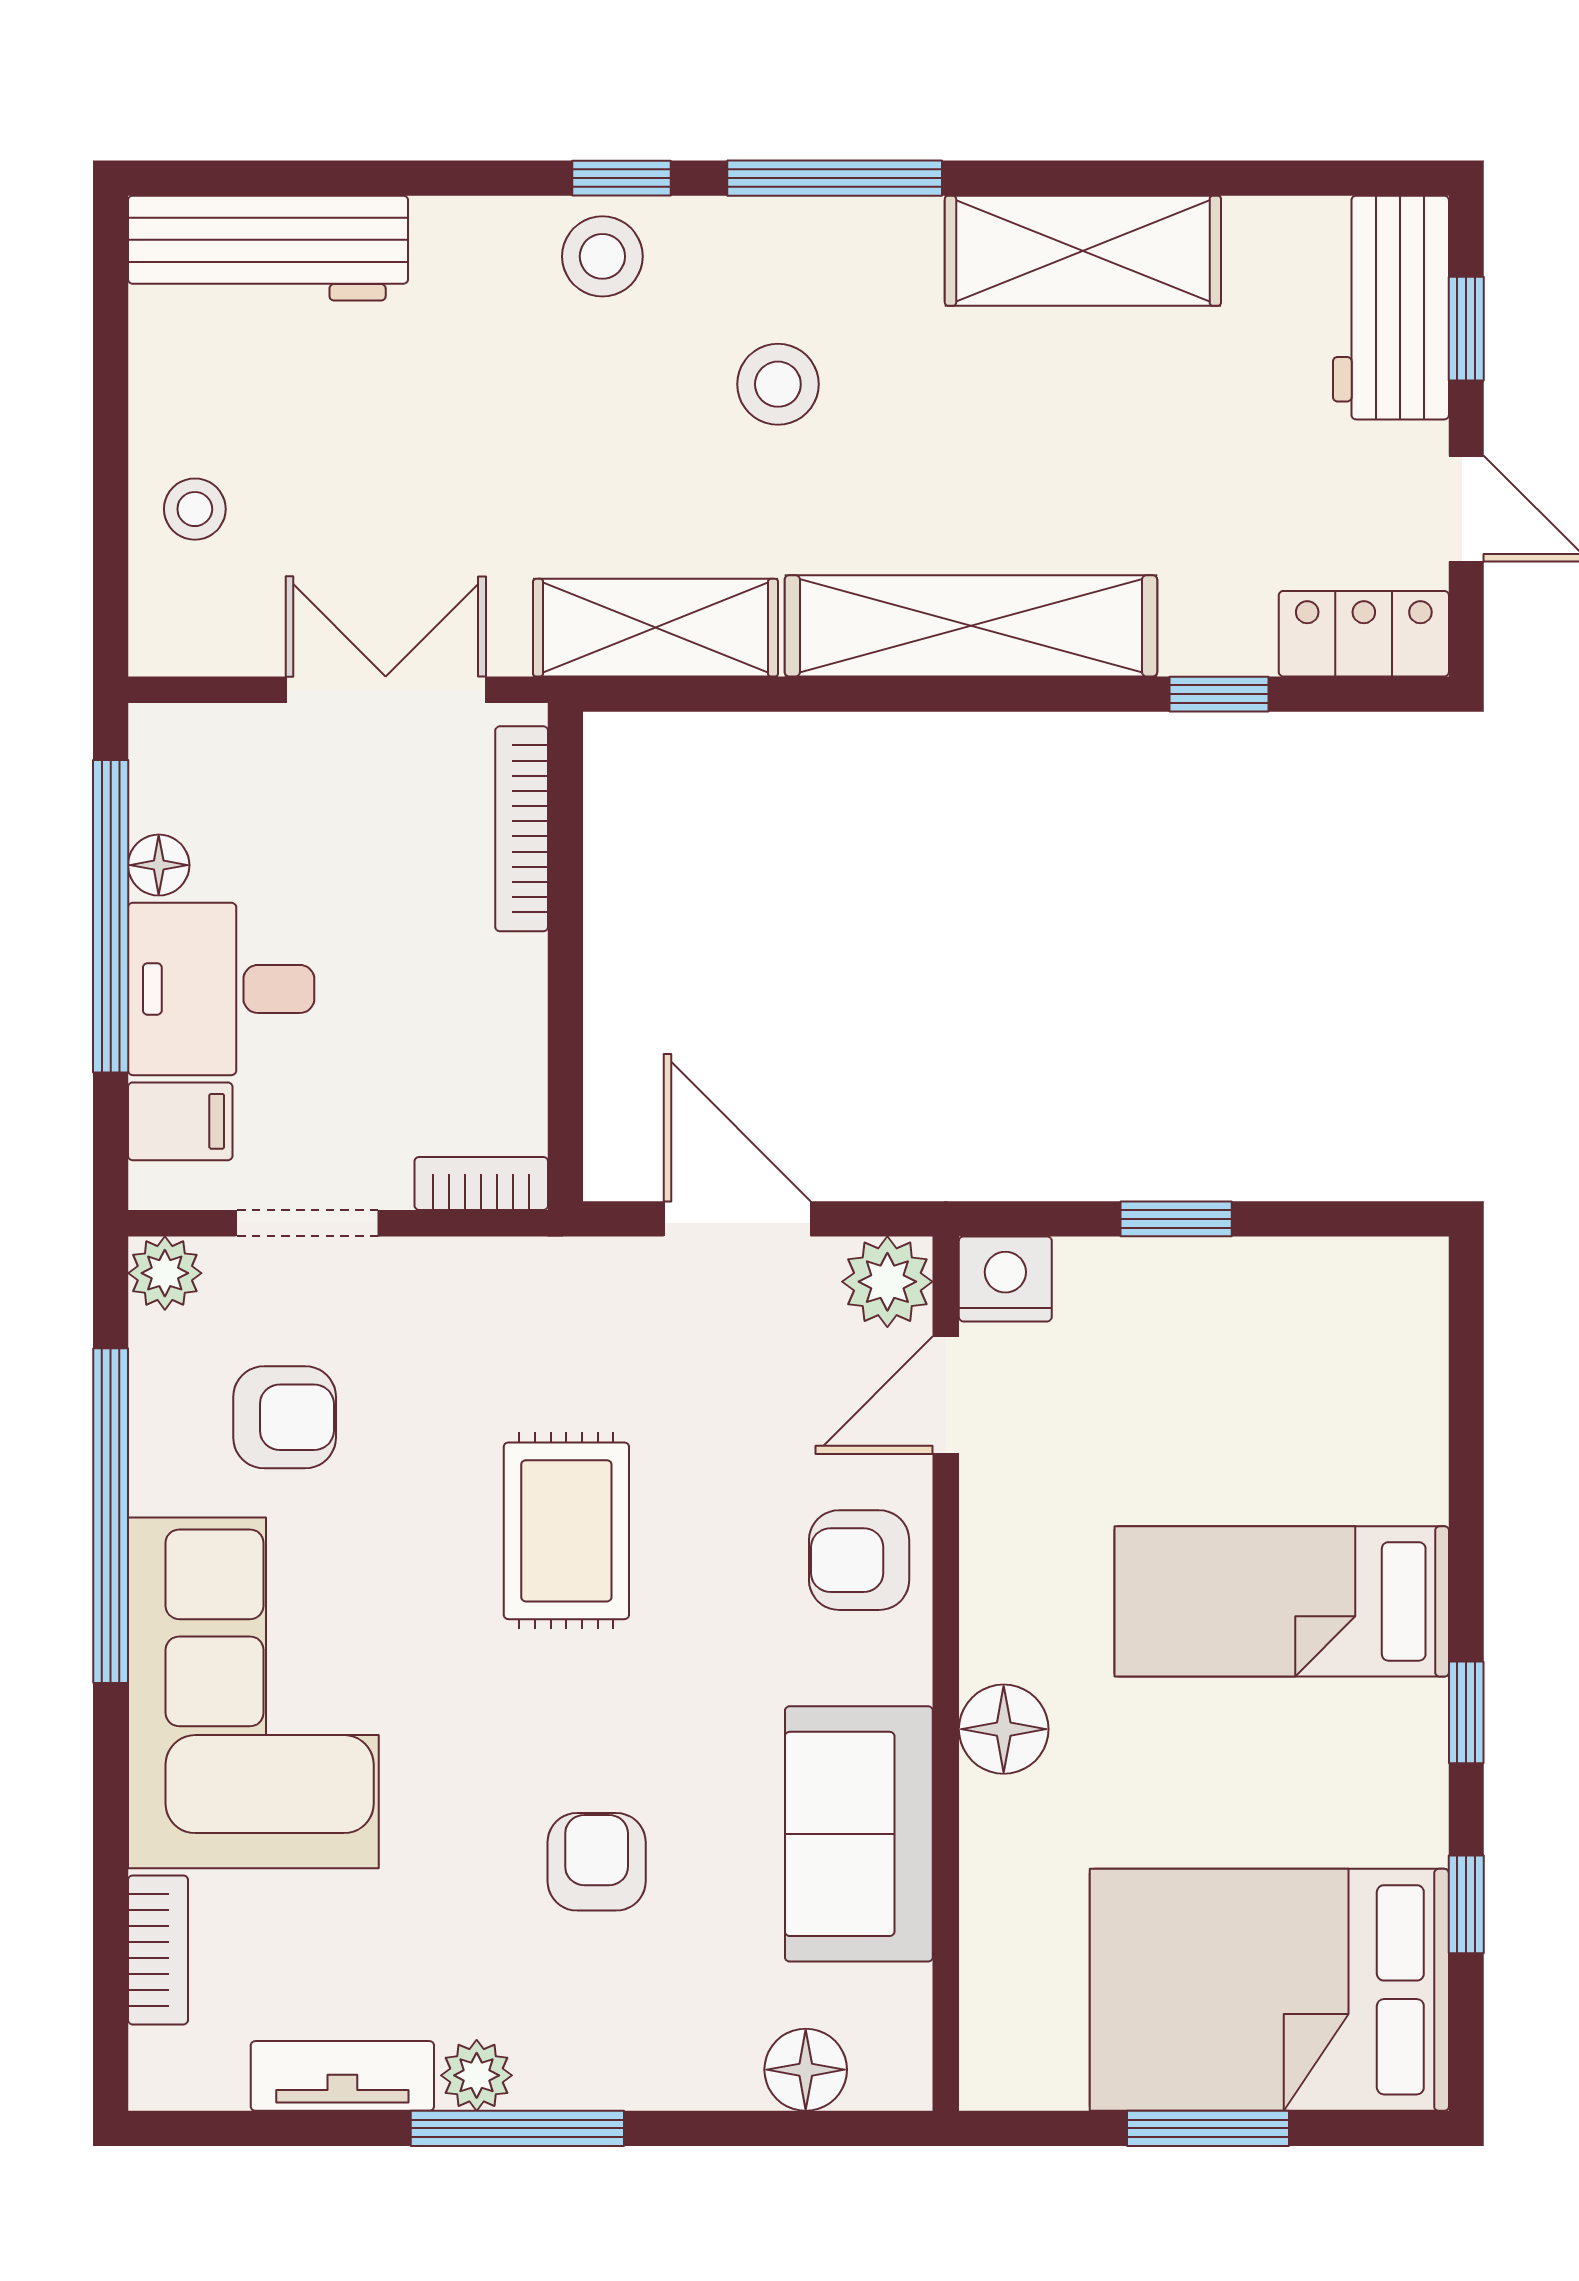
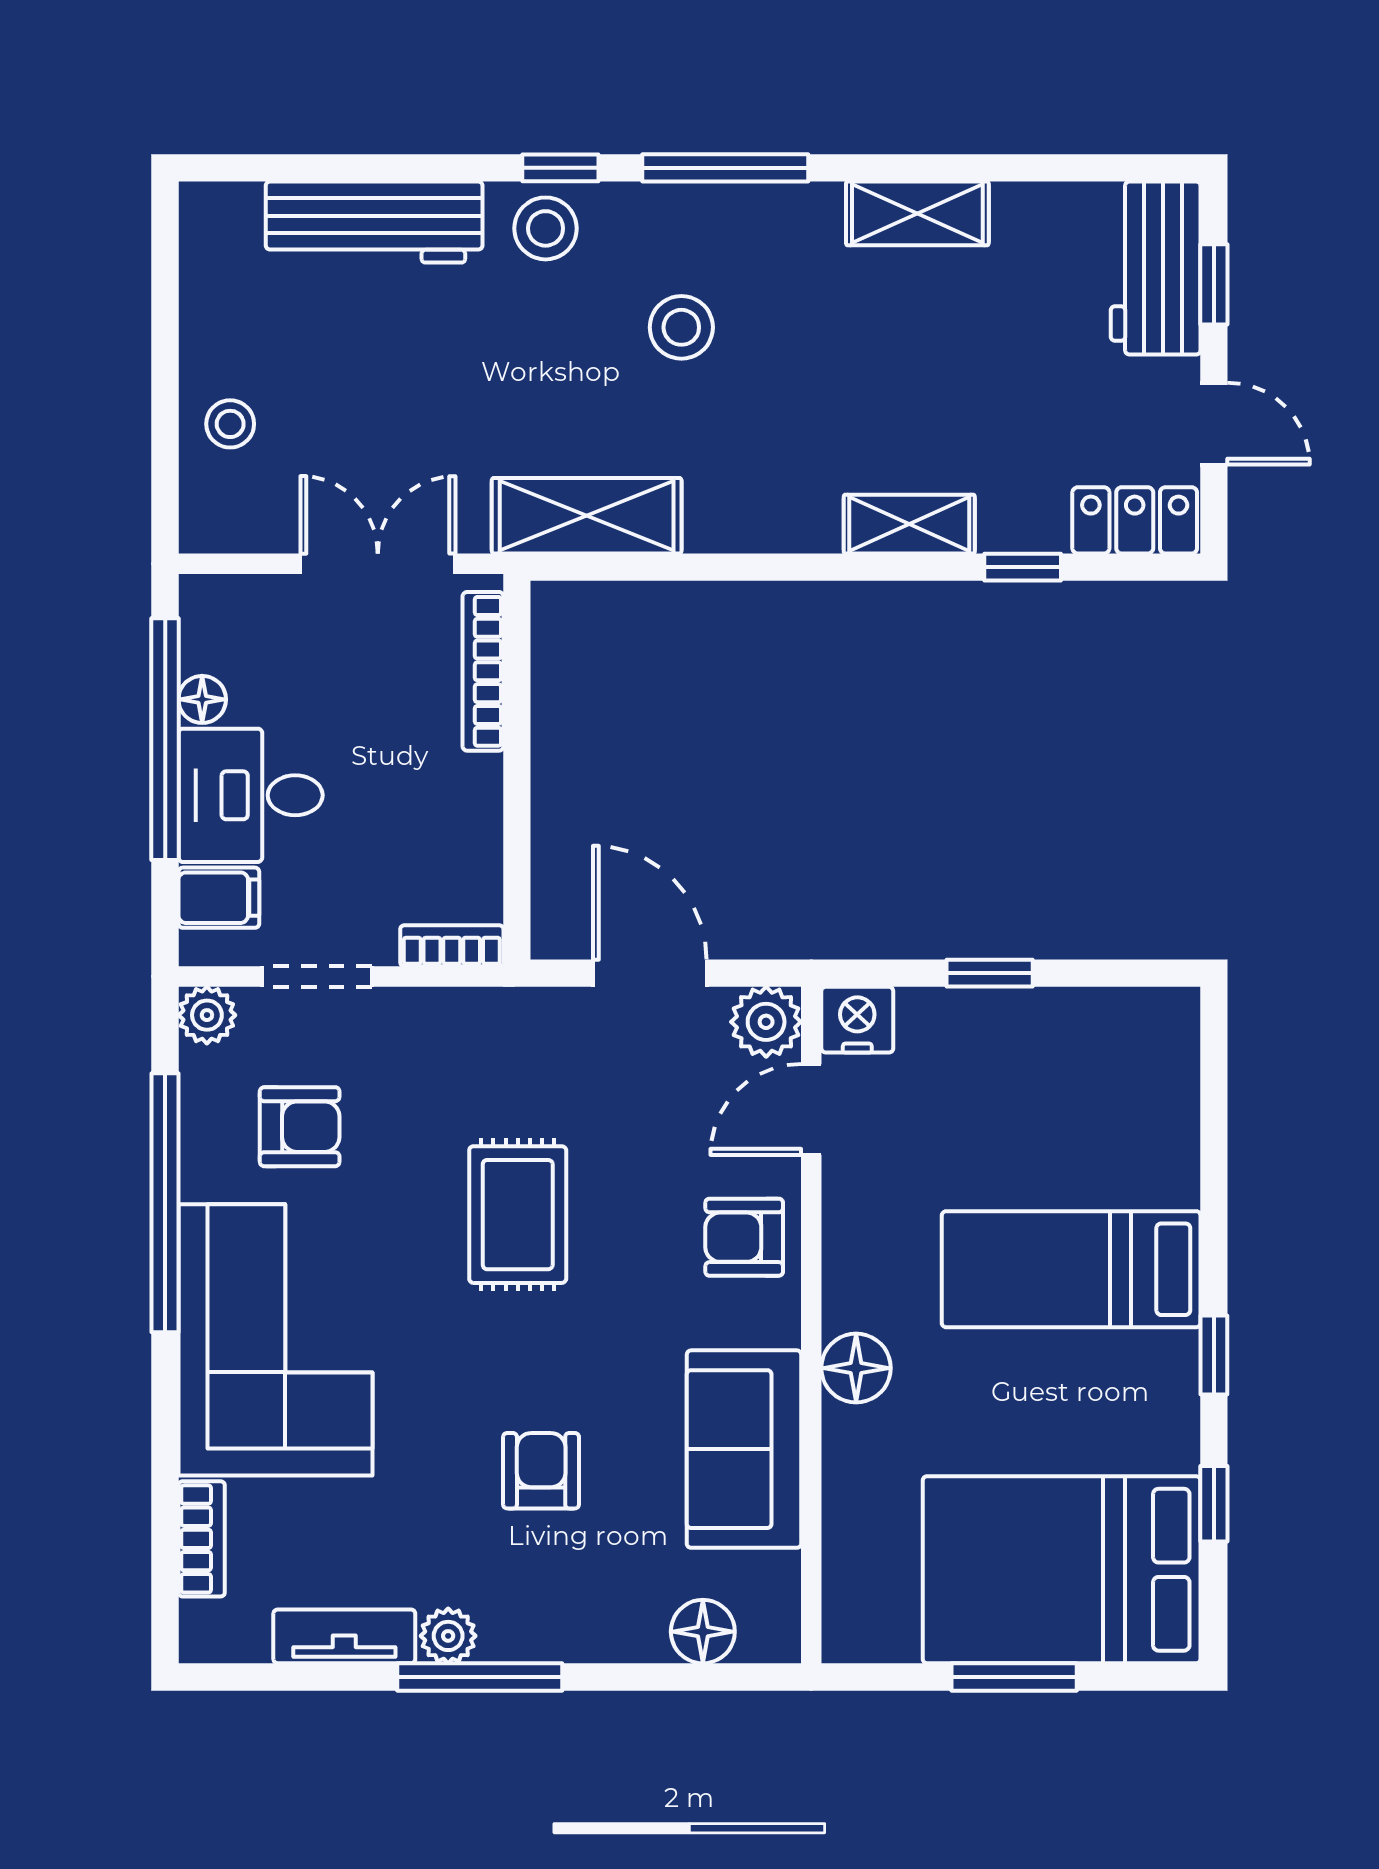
workbench: (268, 248) -> (374, 222), moved
shelving: (1083, 251) -> (917, 213), width x0.67, depth x0.75
shelving: (971, 626) -> (909, 524), width x0.45, depth x0.75

